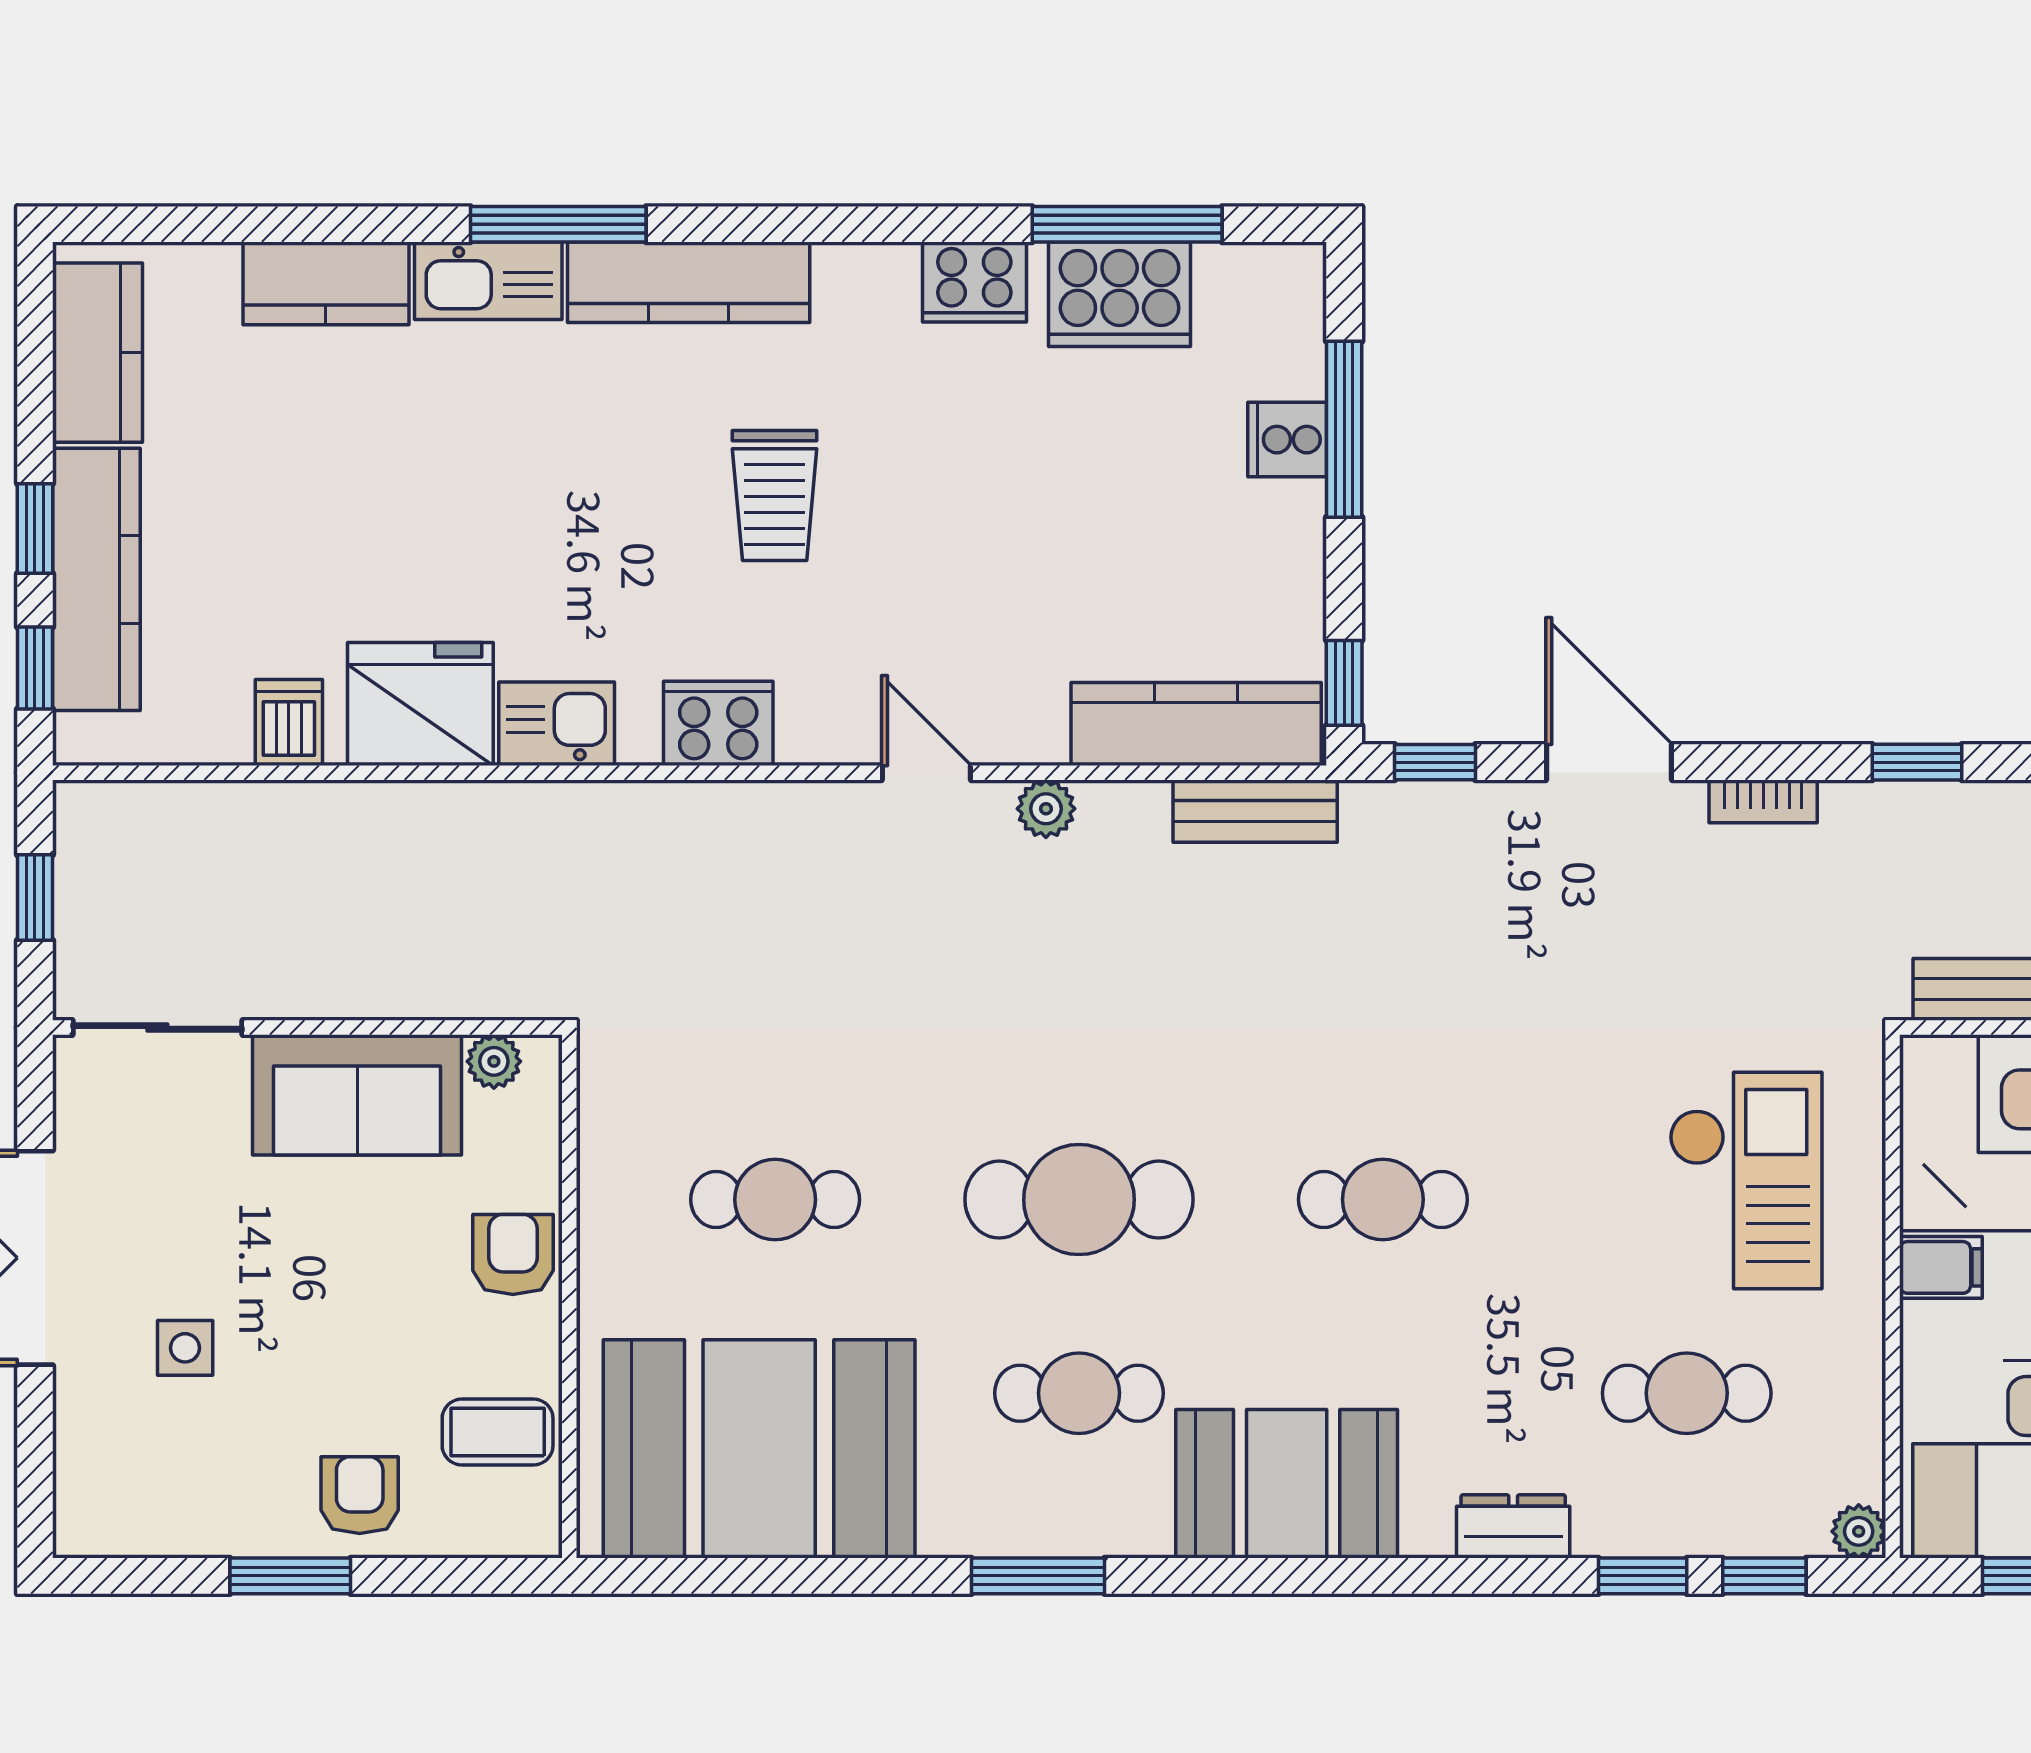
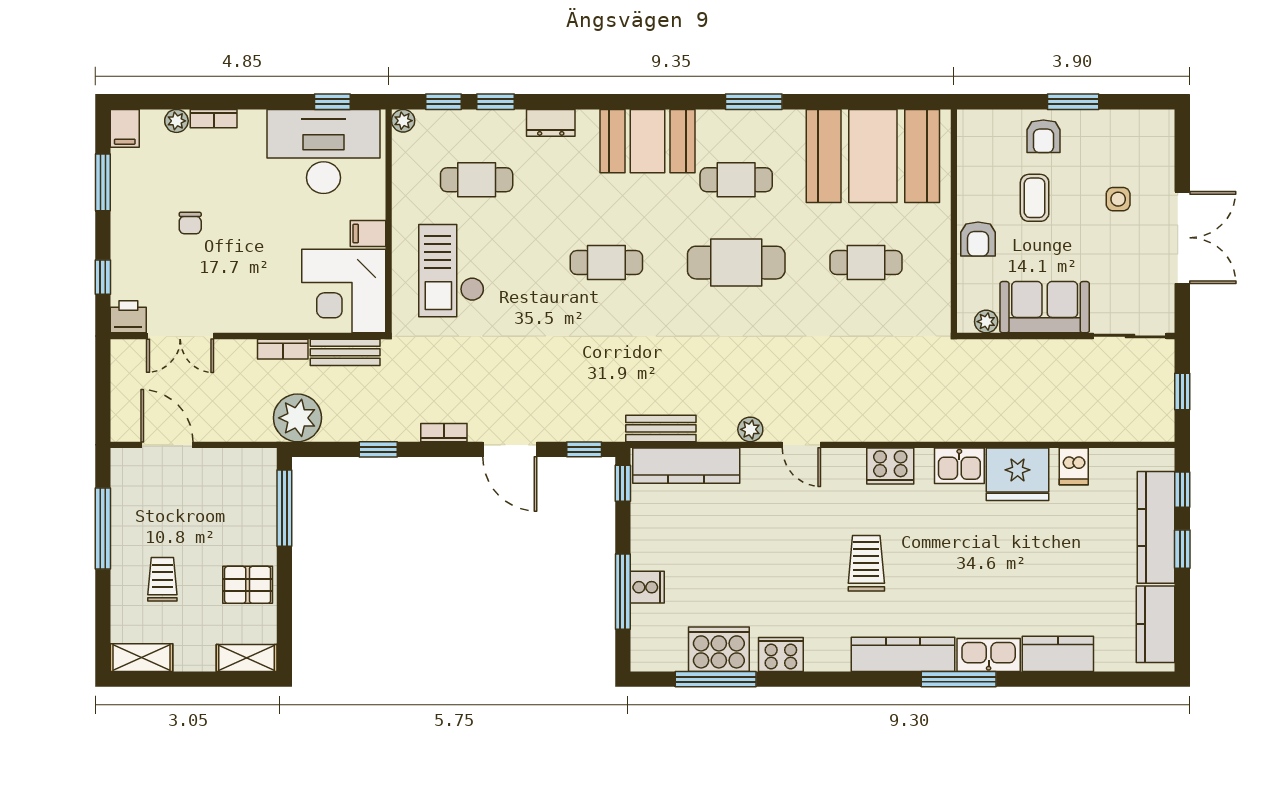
coffee table: (498, 1432) -> (1035, 198), moved, turned 90

